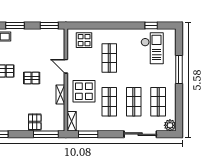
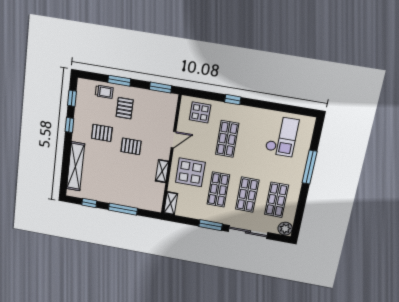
window: (151, 26) -> (233, 100), moved
door: (66, 66) -> (173, 140), swing flipped
pallet: (35, 122) -> (125, 108), moved
window: (46, 134) -> (123, 209), moved
window: (88, 134) -> (211, 225), moved

